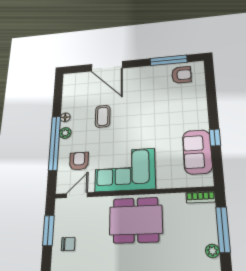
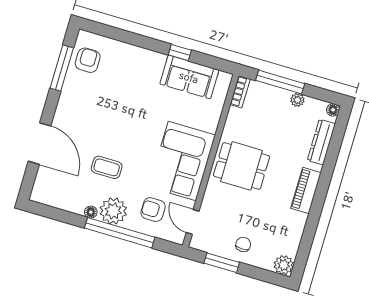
door: (107, 66) -> (39, 144), hinge flipped
plant: (65, 133) -> (113, 211), width x1.87, depth x1.87
dining table: (136, 220) -> (242, 166), width x0.73

